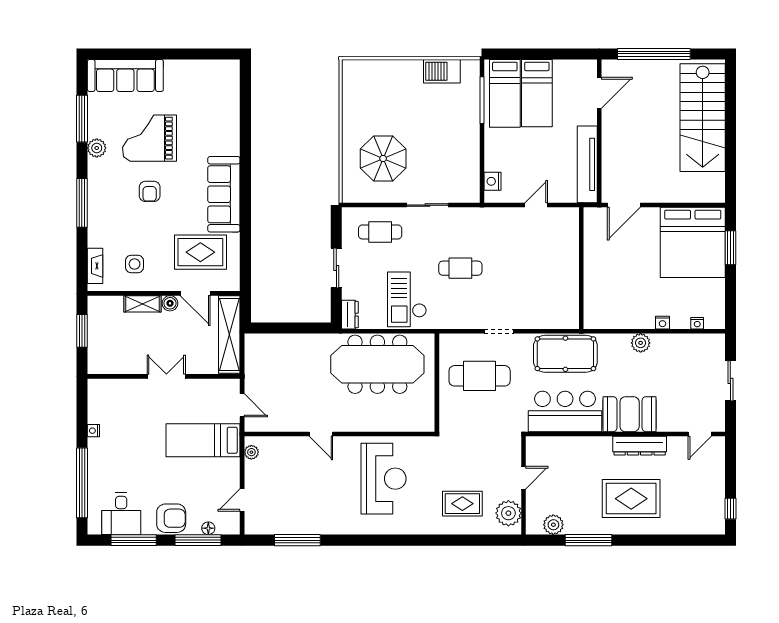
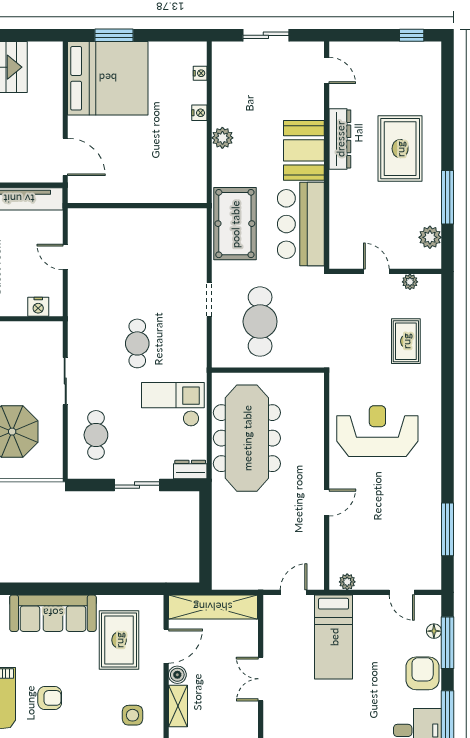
checkout: (407, 299) -> (173, 404), turned 180
plant: (508, 513) -> (410, 282), width x0.53, depth x0.53

